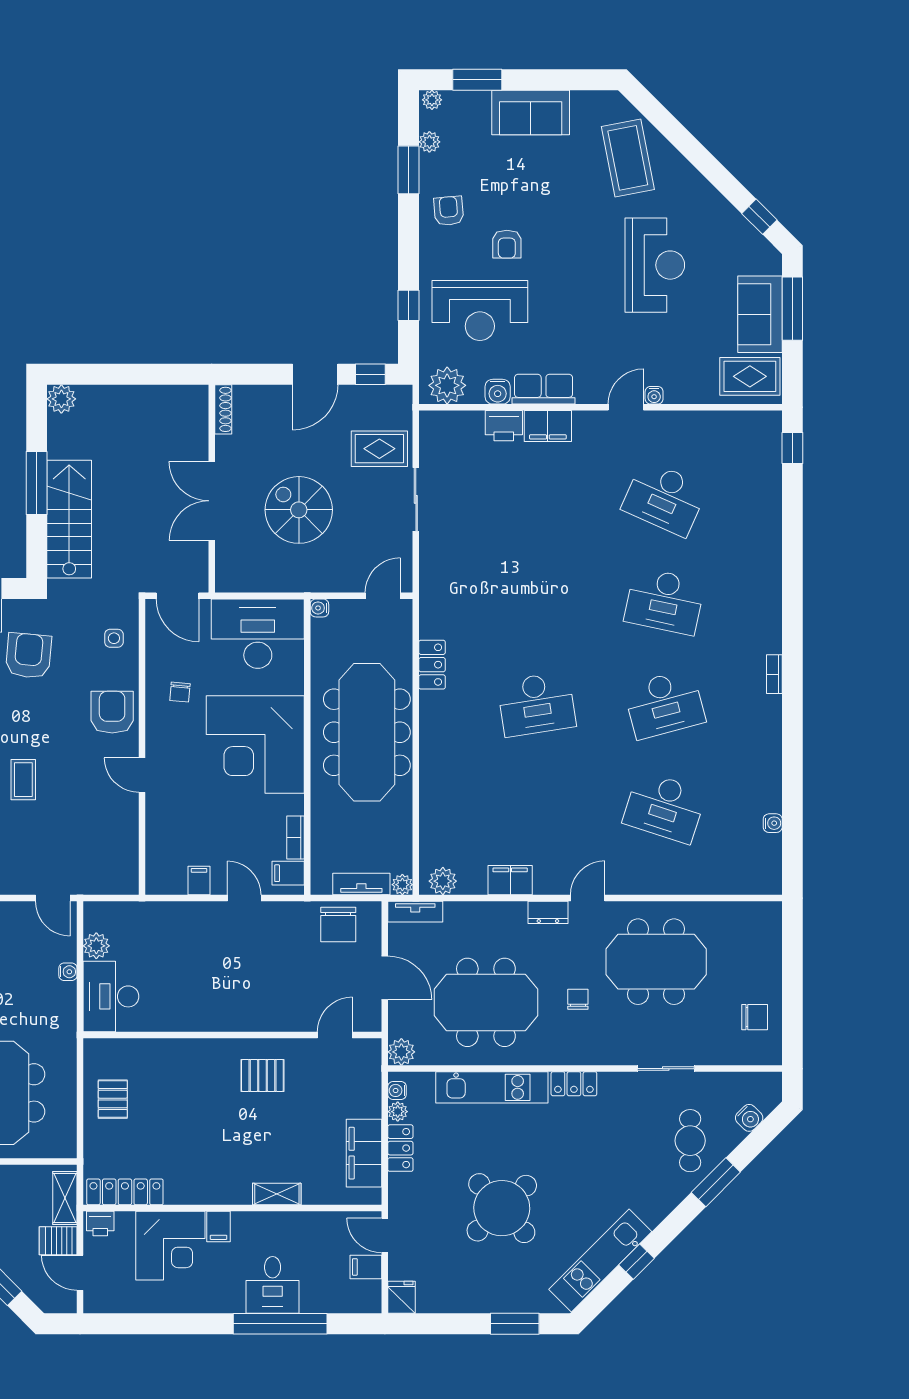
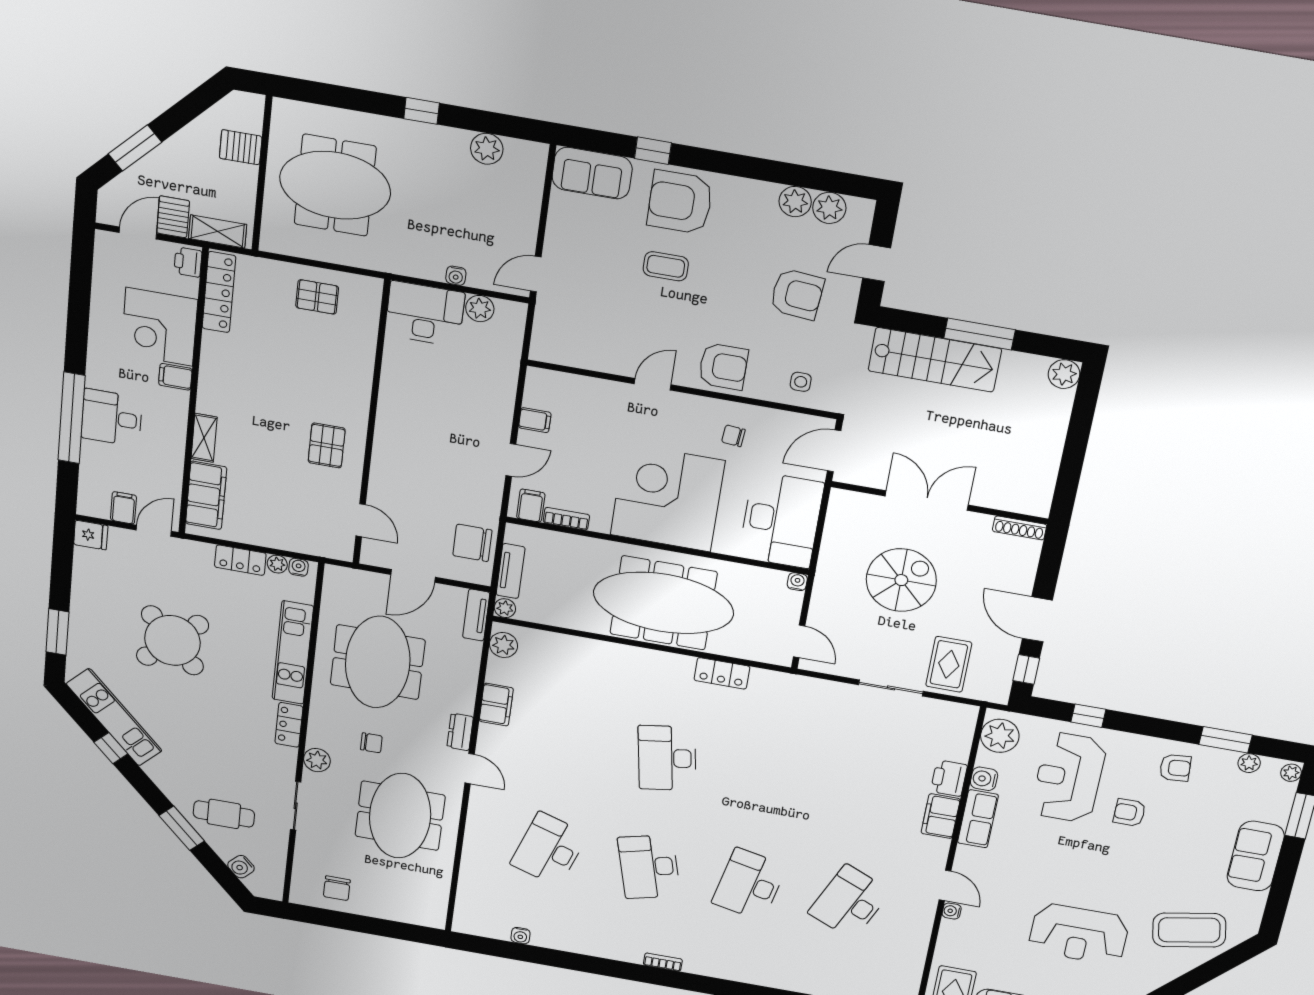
plant: (401, 1052) -> (317, 760), moved
filing cabinet: (364, 1153) -> (206, 495), moved, turned 90

